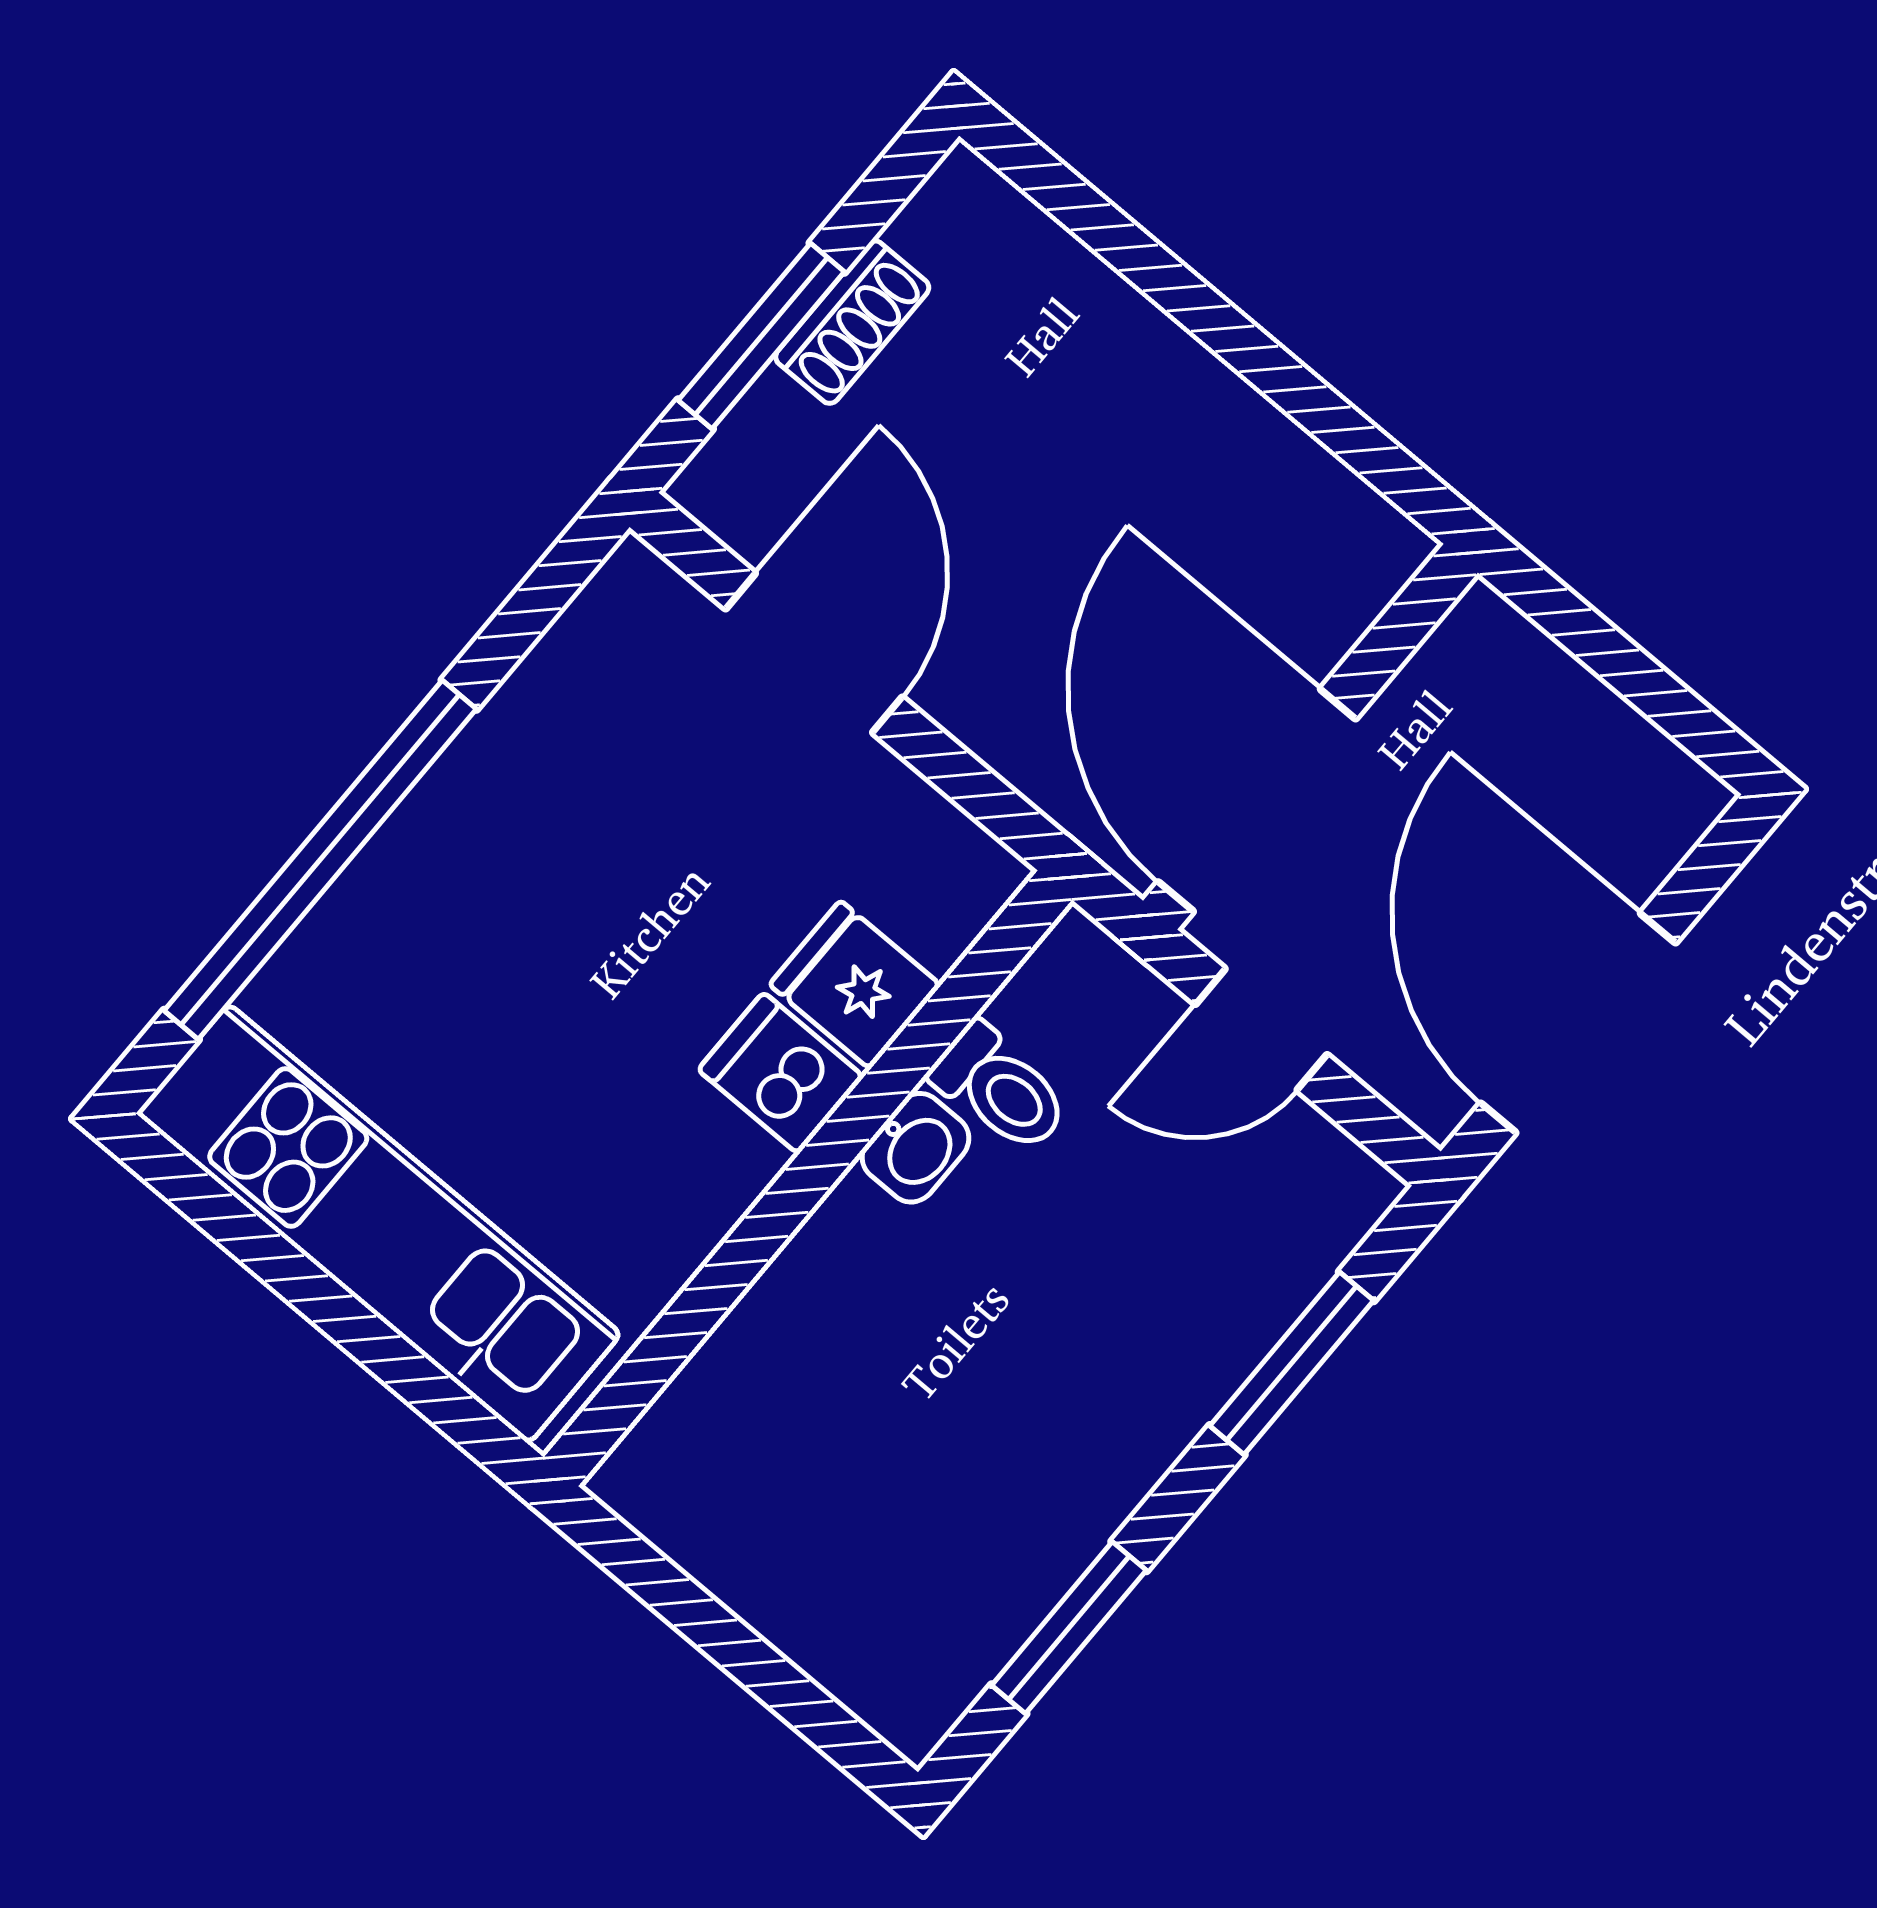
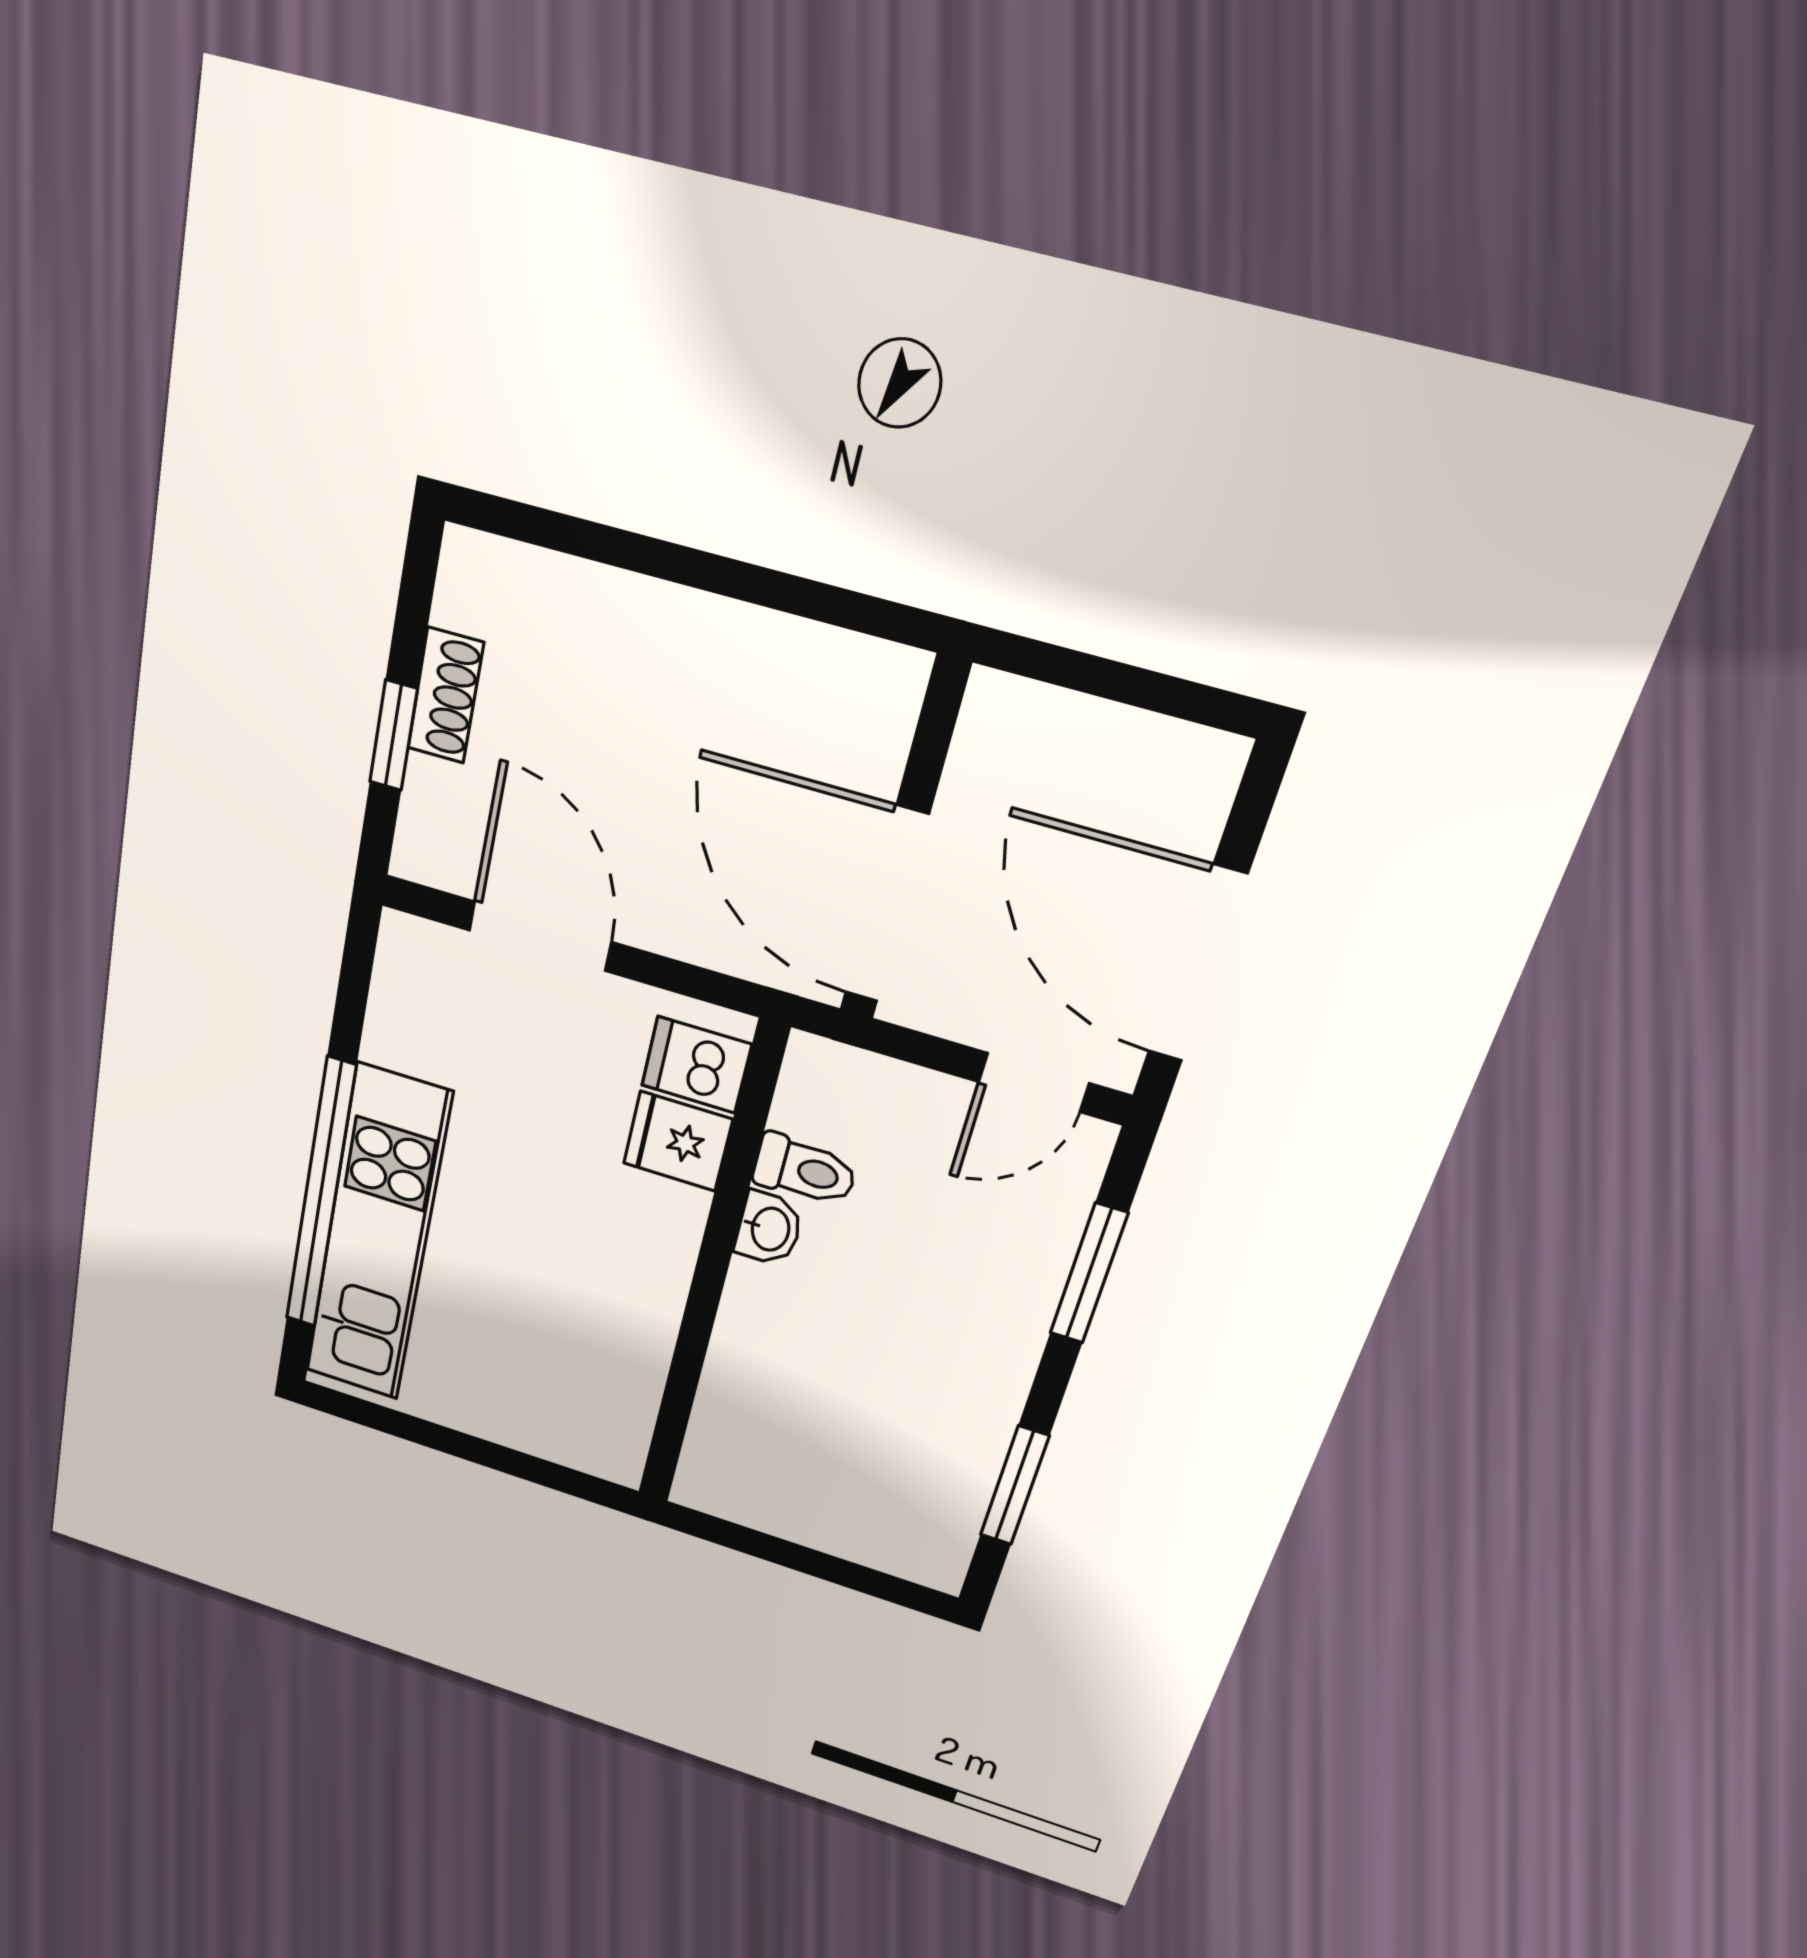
window: (761, 336) -> (393, 735), width x0.67
door: (1261, 1029) -> (1034, 1082), moved
dishwasher: (781, 1073) -> (696, 1065), moved
kitchen unit: (379, 1224) -> (378, 1236), moved, turned 90

